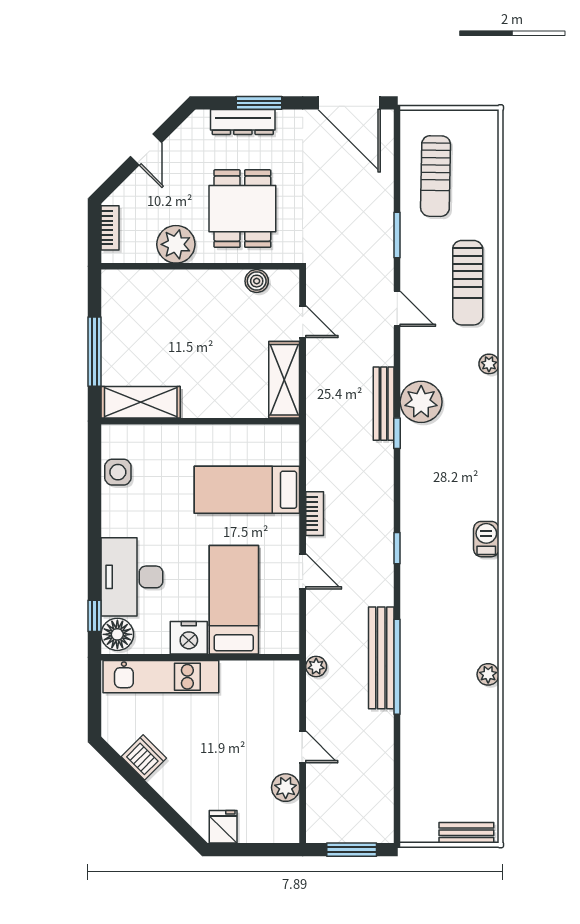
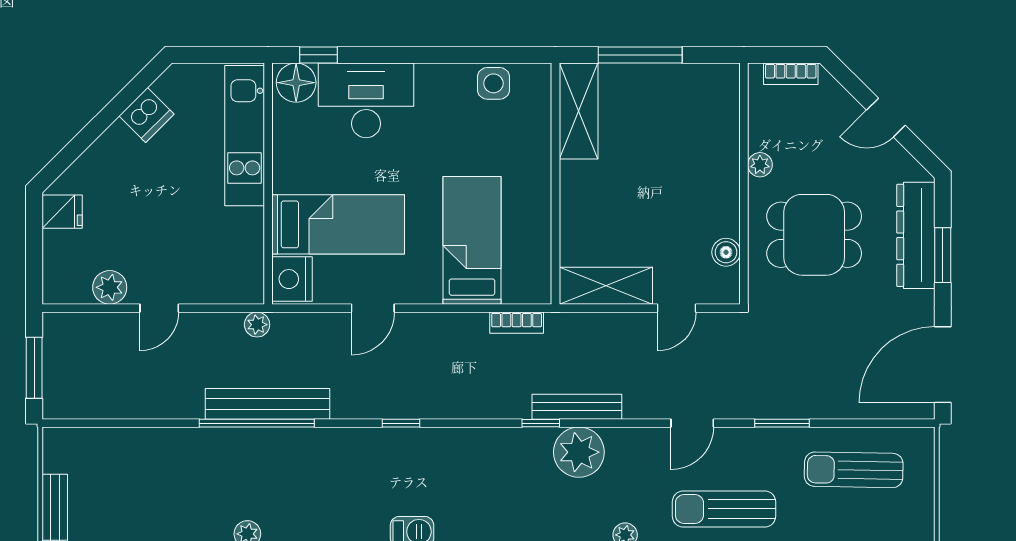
dresser: (243, 122) -> (916, 235), width x1.37, depth x1.24
plant: (176, 244) -> (760, 165), width x0.53, depth x0.53
bookcase: (315, 514) -> (517, 323), moved
nightstand: (189, 638) -> (292, 279), moved

